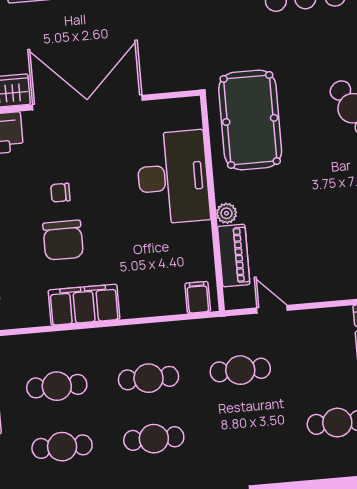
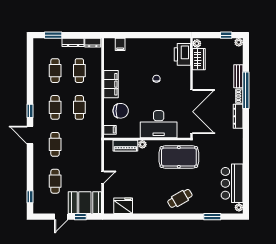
double door: (87, 103) -> (191, 112), moved
chair: (63, 240) -> (121, 111), moved, turned 180
door: (272, 309) -> (103, 177), moved
cafe table: (240, 370) -> (55, 144), moved

